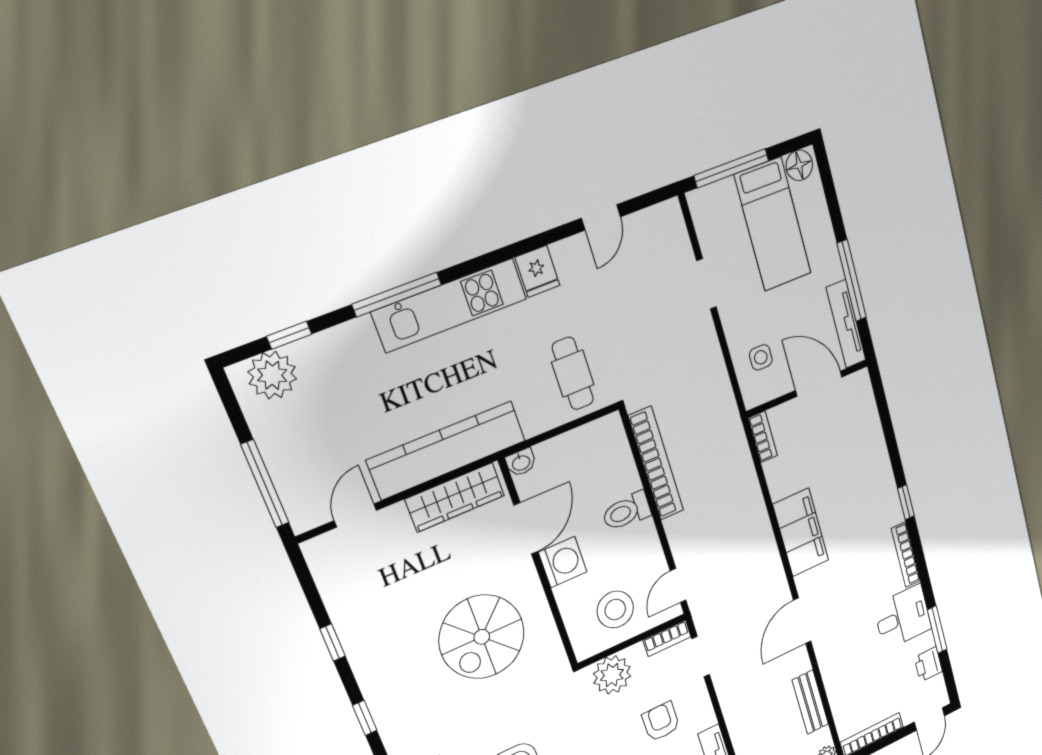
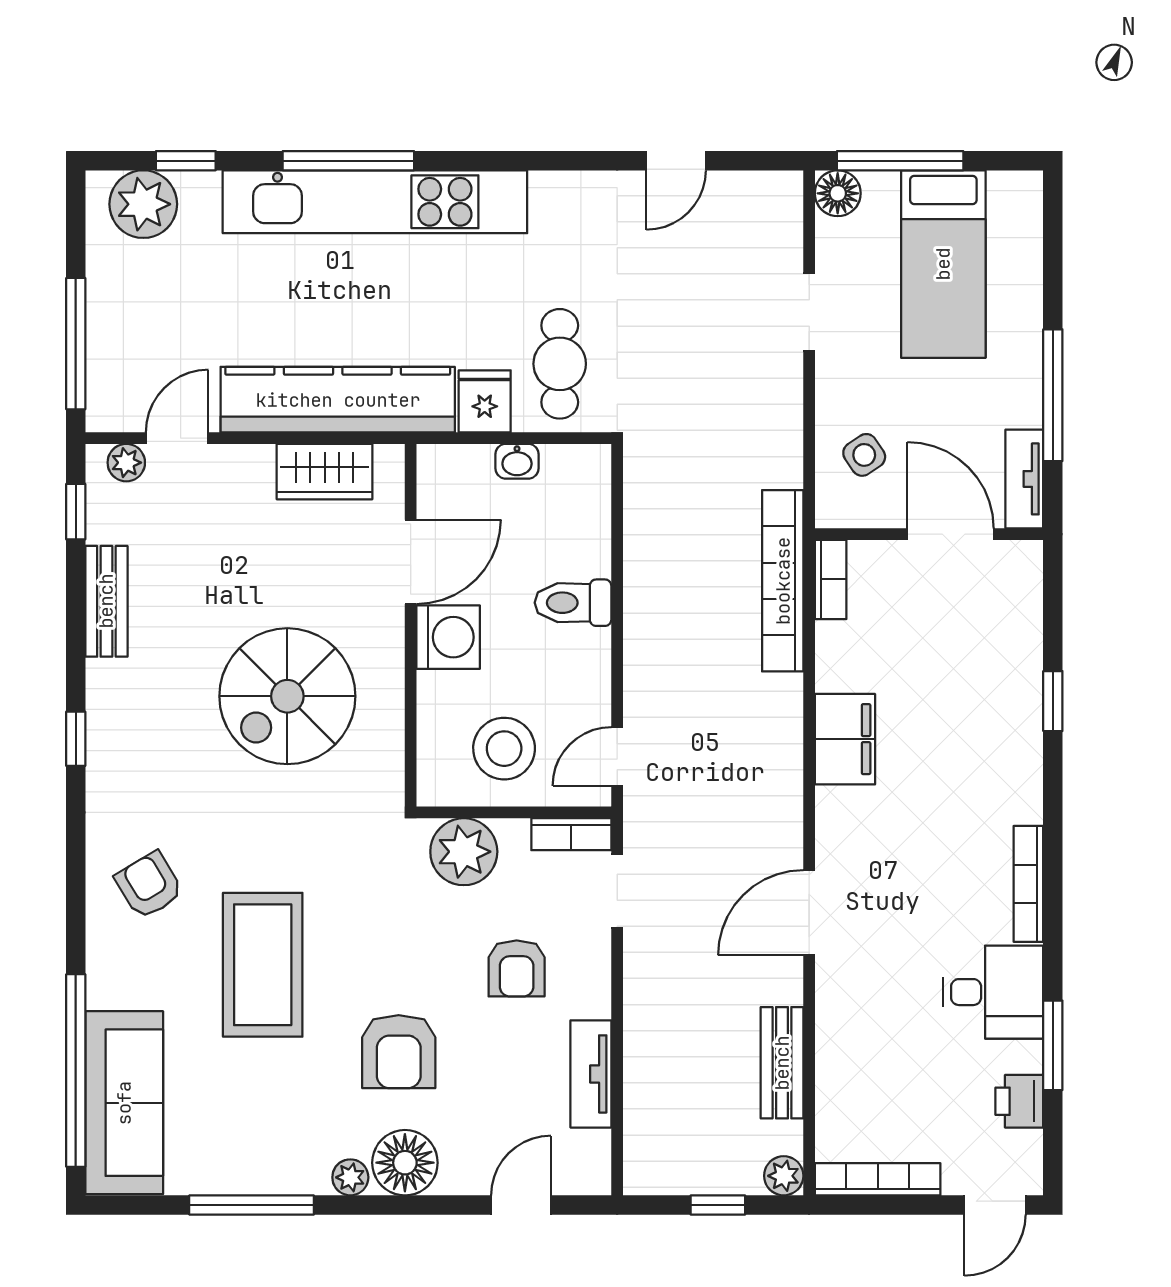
floor lamp: (799, 165) -> (838, 193), moved
fridge: (537, 271) -> (485, 401), moved, turned 180
kitchen unit: (450, 305) -> (375, 202), width x1.36
tv unit: (846, 324) -> (1024, 479), width x0.71
side table: (761, 357) -> (864, 455), turned -34
washbasin: (521, 462) -> (517, 461), moved
bookcase: (656, 463) -> (783, 581), moved, turned 180
wardrobe: (455, 497) -> (325, 472), width x0.67
window: (906, 502) -> (1053, 701), moved
filing cabinet: (801, 532) -> (845, 739), width x0.67, depth x0.86
plant: (329, 544) -> (126, 463), added
bench: (351, 632) -> (106, 601), added
window: (333, 642) -> (76, 512), moved
armchair: (661, 722) -> (517, 968), turned 180

